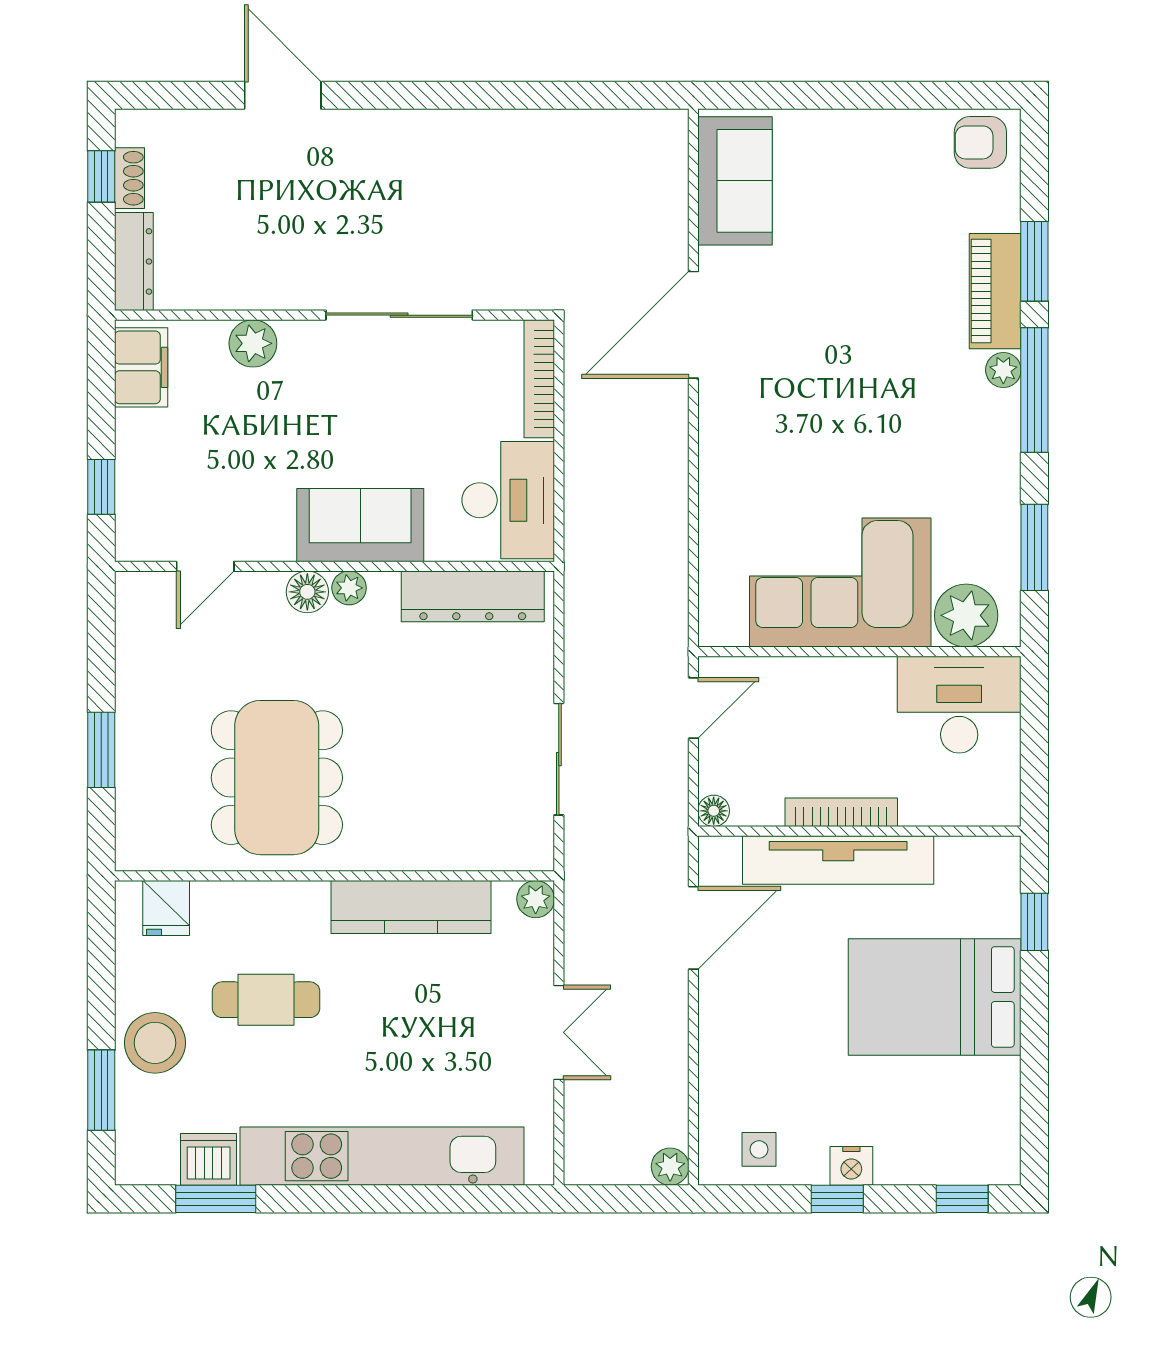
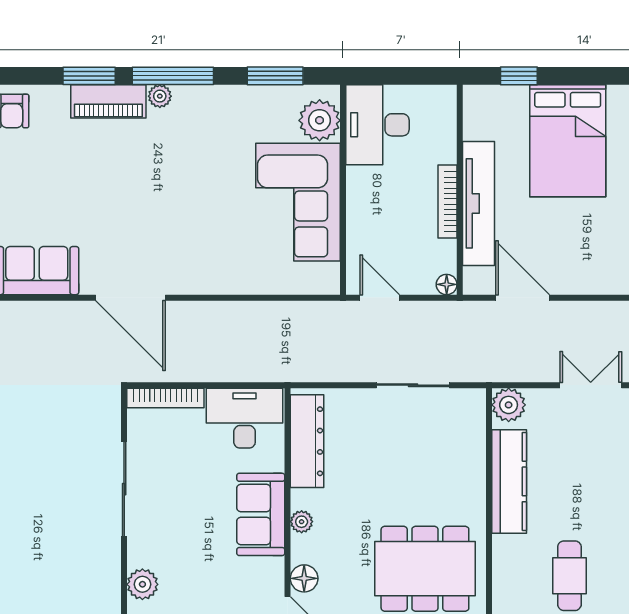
floor lamp: (307, 592) -> (304, 578), moved
plant: (536, 899) -> (509, 405), width x1.38, depth x1.38

